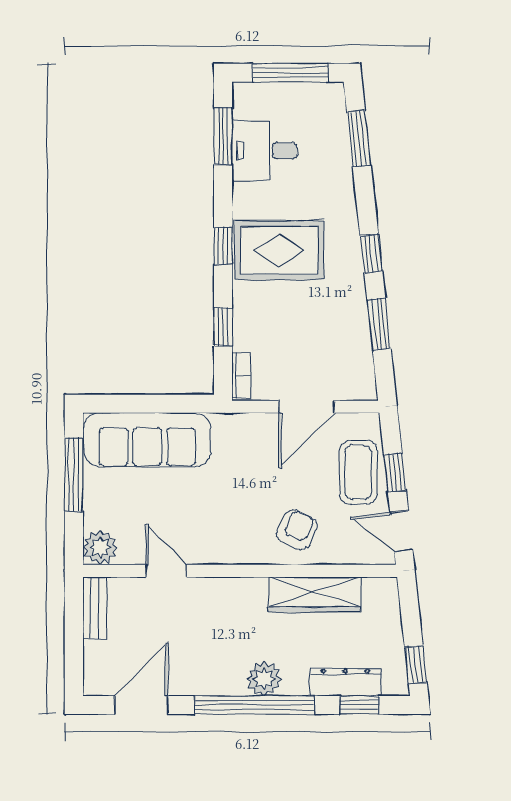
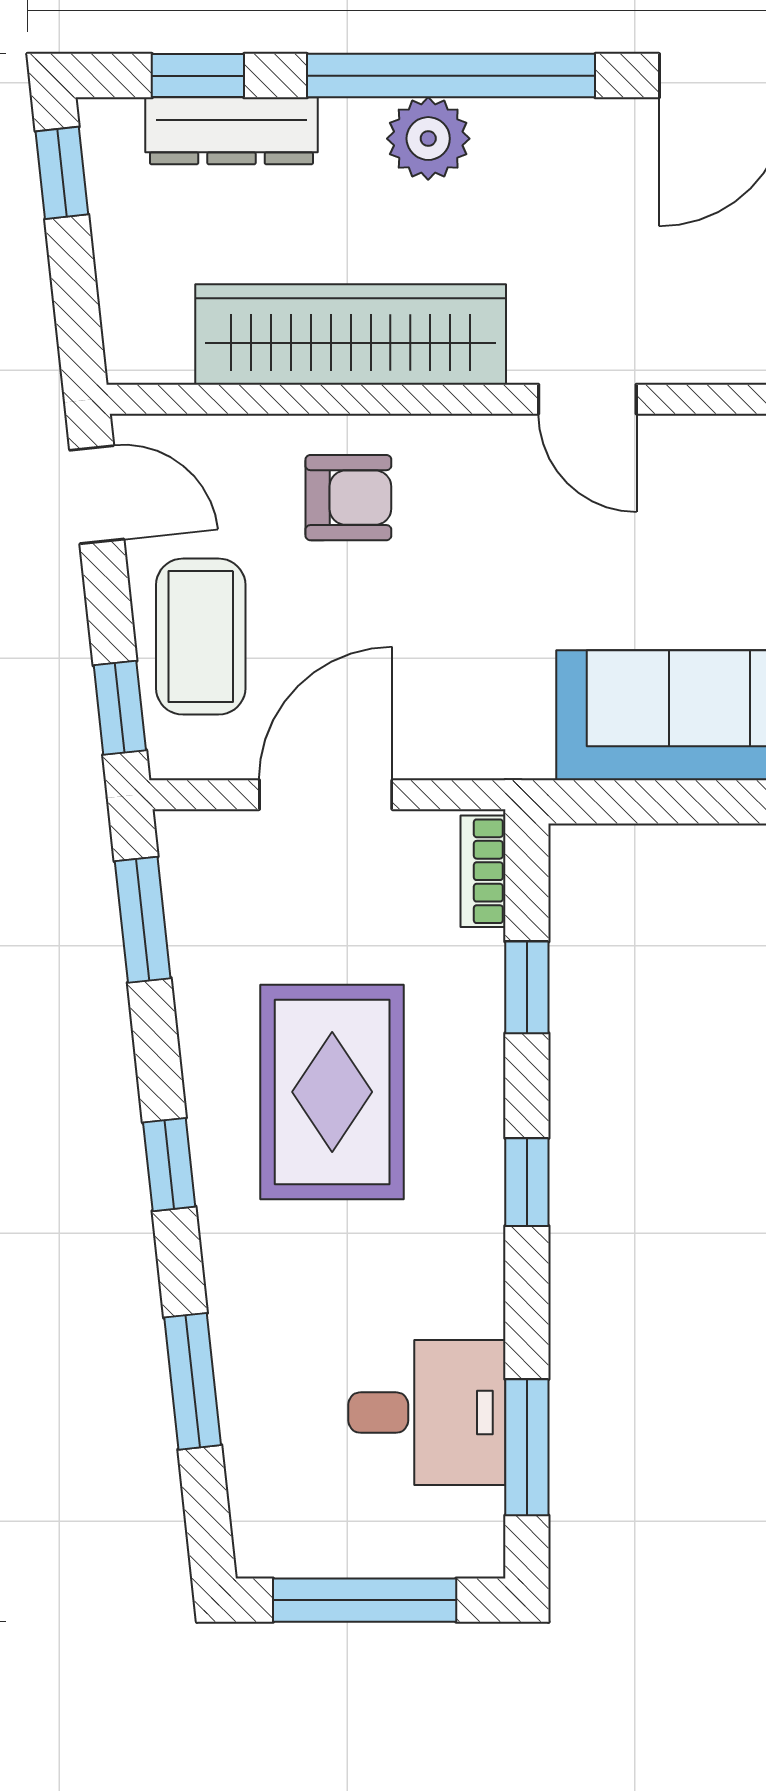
window: (359, 139) -> (193, 1381), moved
rug: (279, 250) -> (332, 1092), moved, turned 90
window: (379, 324) -> (143, 920), moved
window: (395, 473) -> (120, 708), moved
armchair: (297, 530) -> (348, 498), turned -116
door: (166, 571) -> (587, 399), moved
wardrobe: (314, 595) -> (351, 335), width x1.40, depth x1.17

